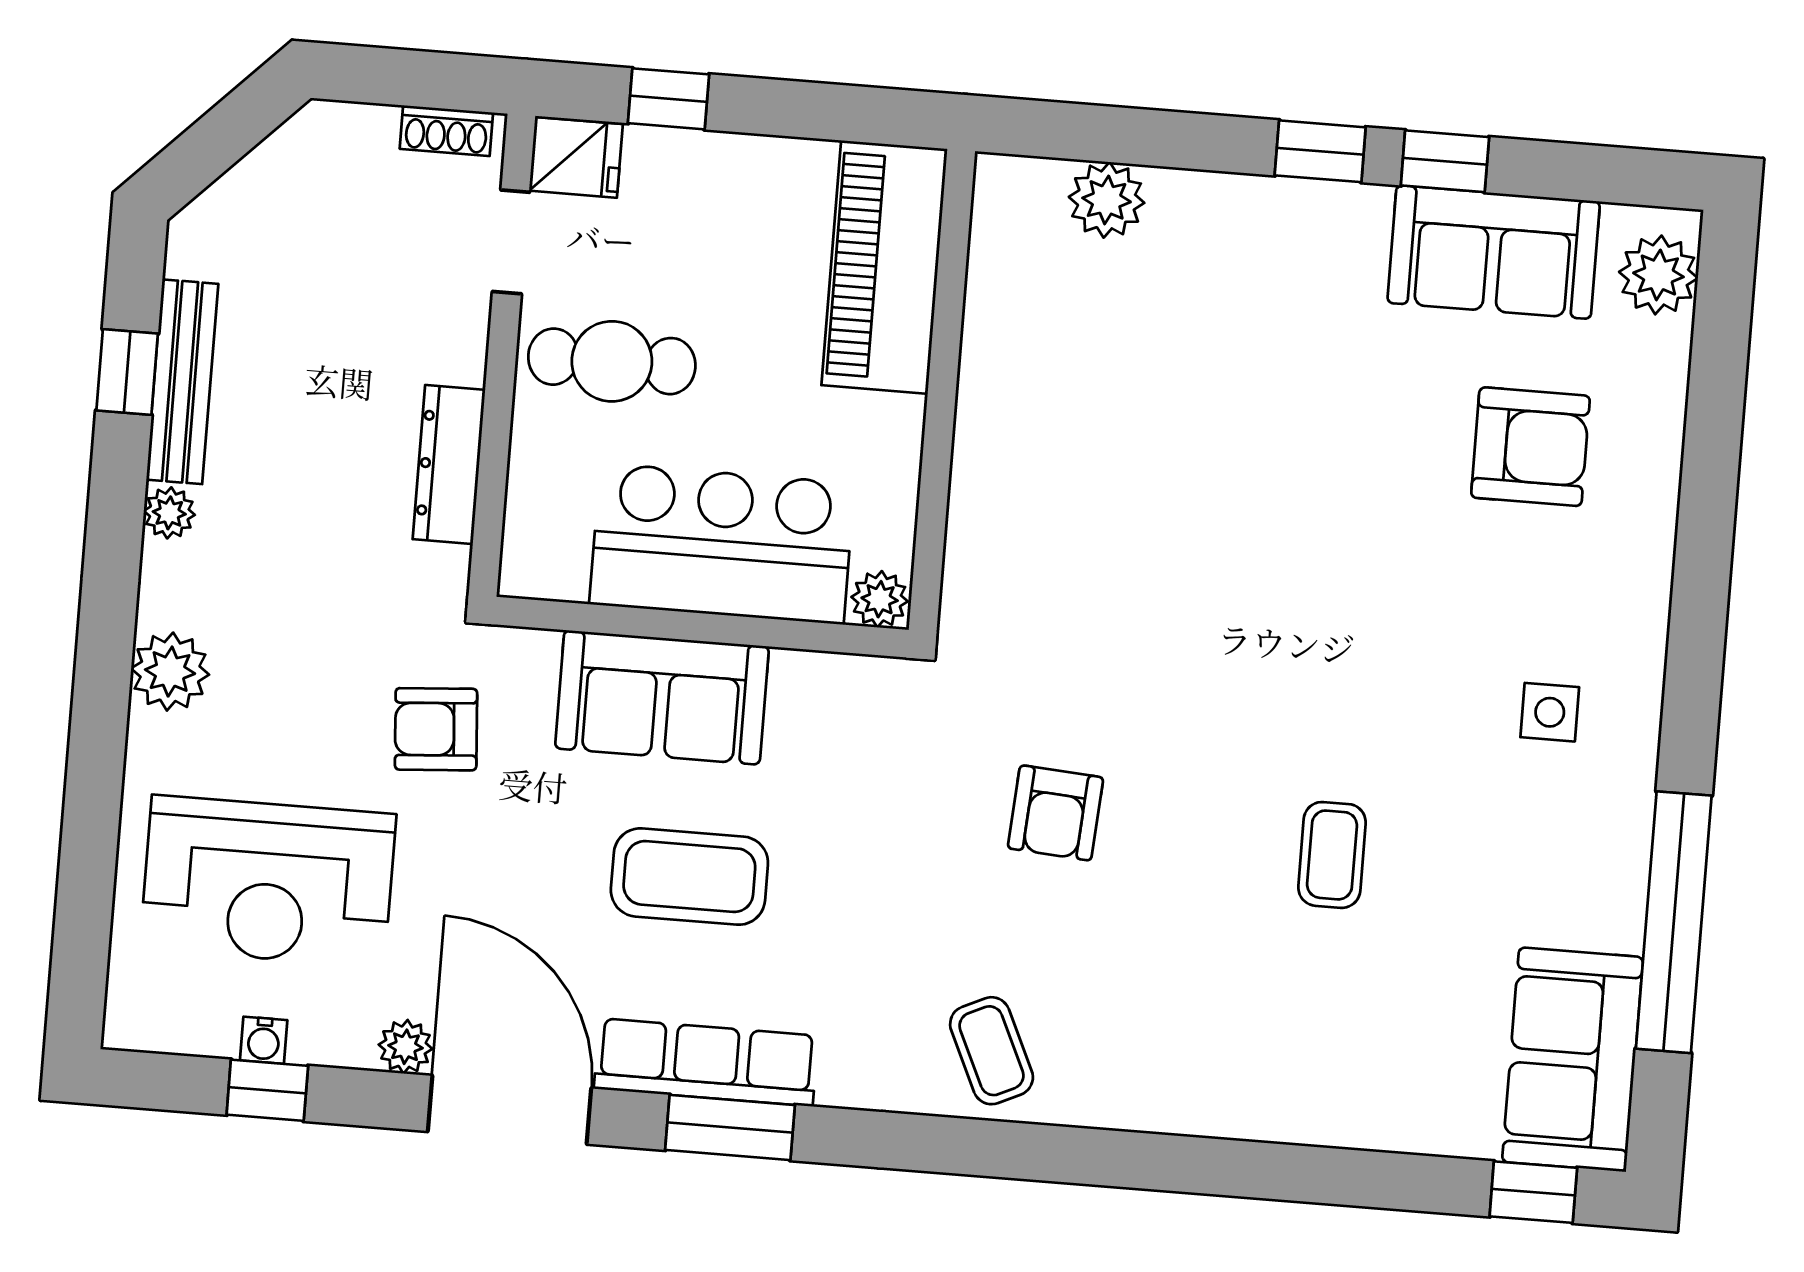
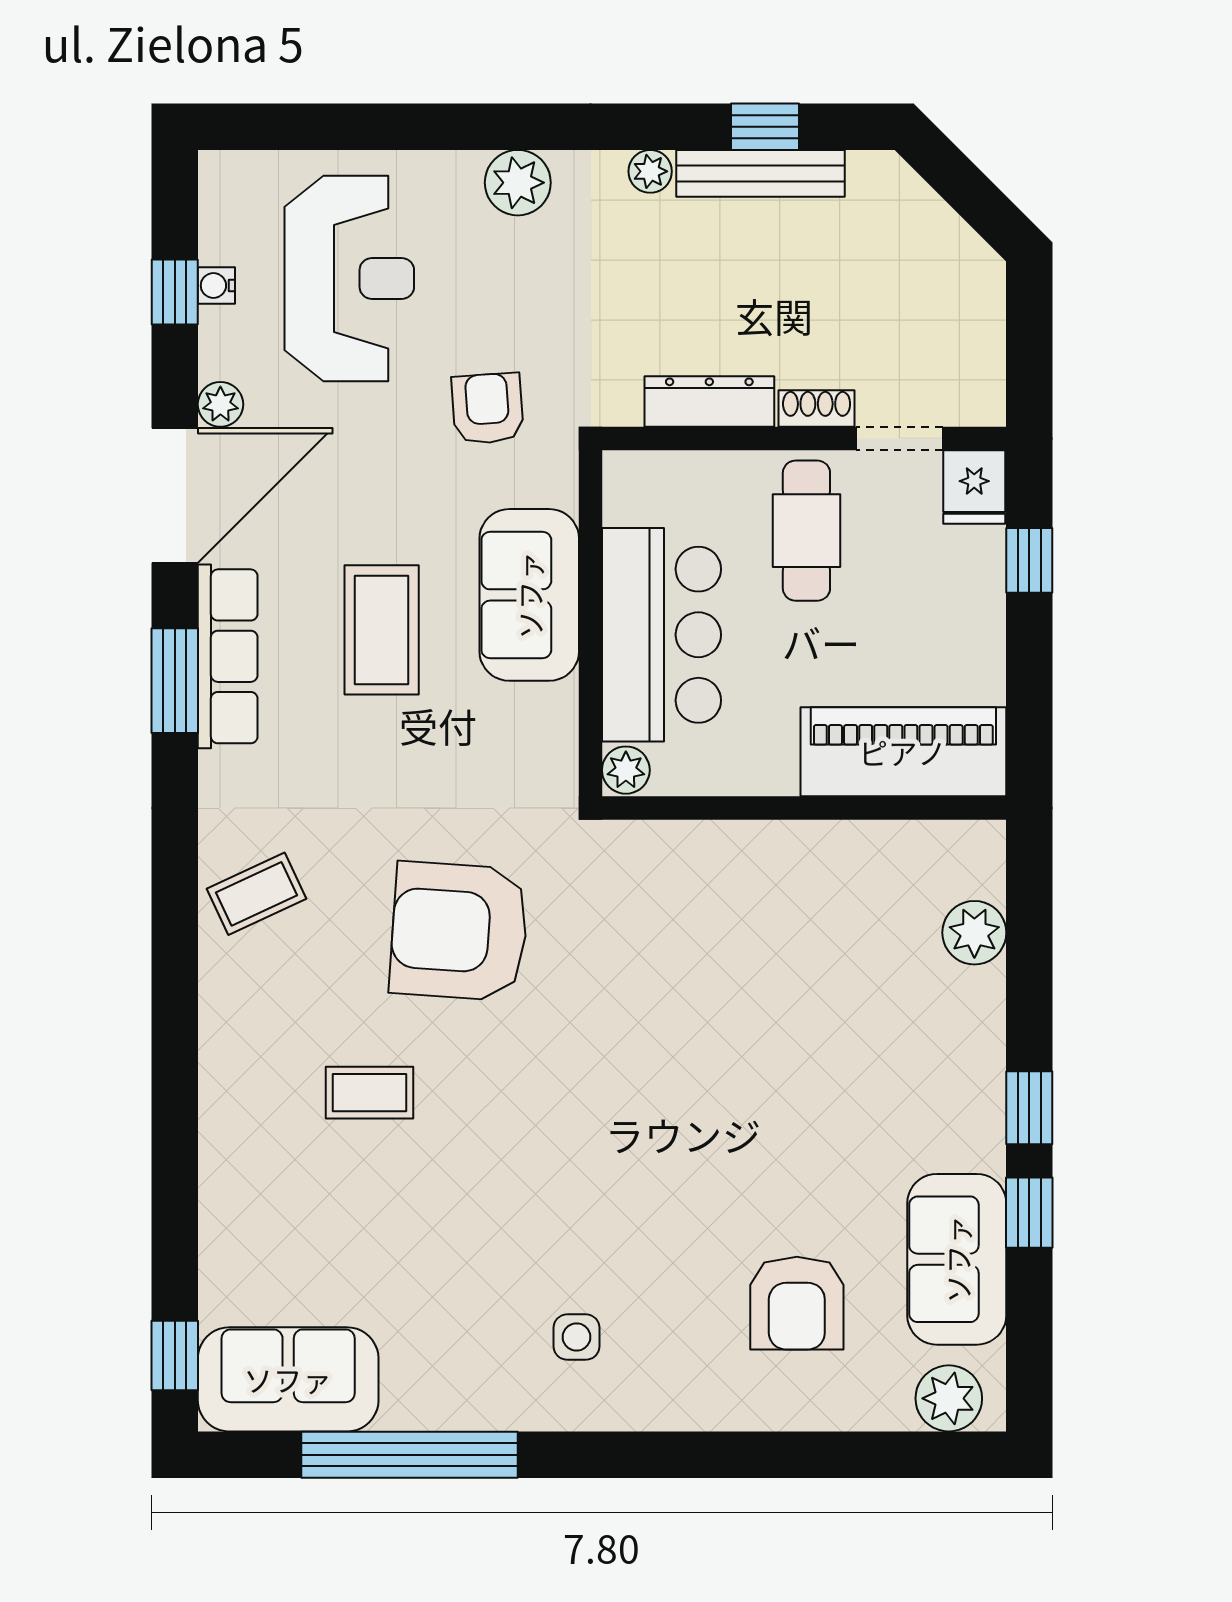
shoe rack: (446, 131) -> (817, 409), moved, turned 90
armchair: (1056, 813) -> (459, 931), width x1.88, depth x1.88
coffee table: (1332, 855) -> (370, 1093), moved
reception desk: (268, 881) -> (349, 278), turned 180

